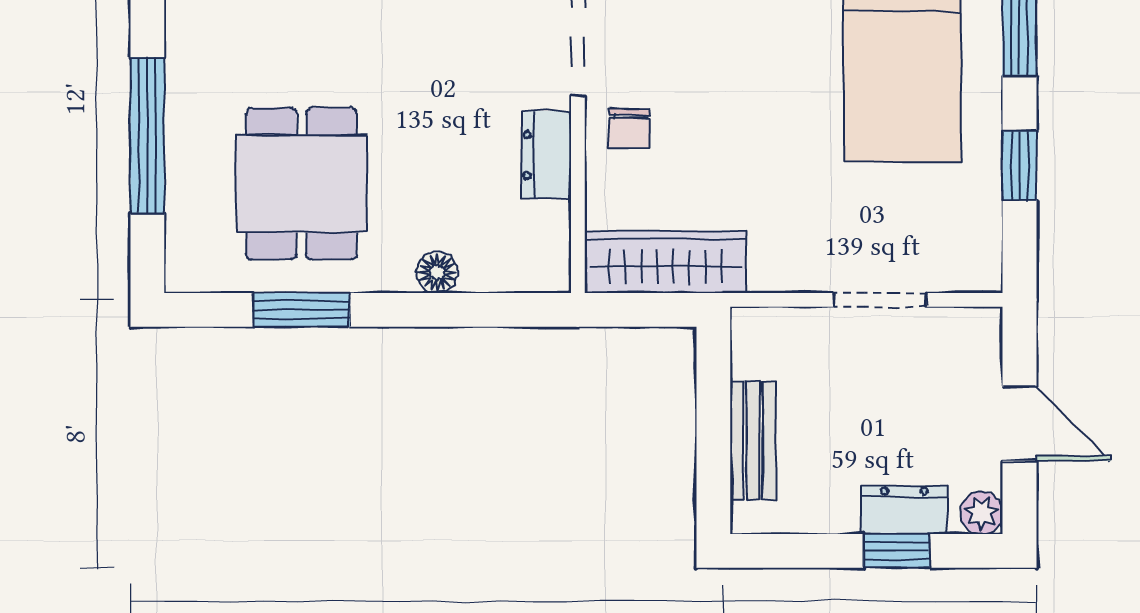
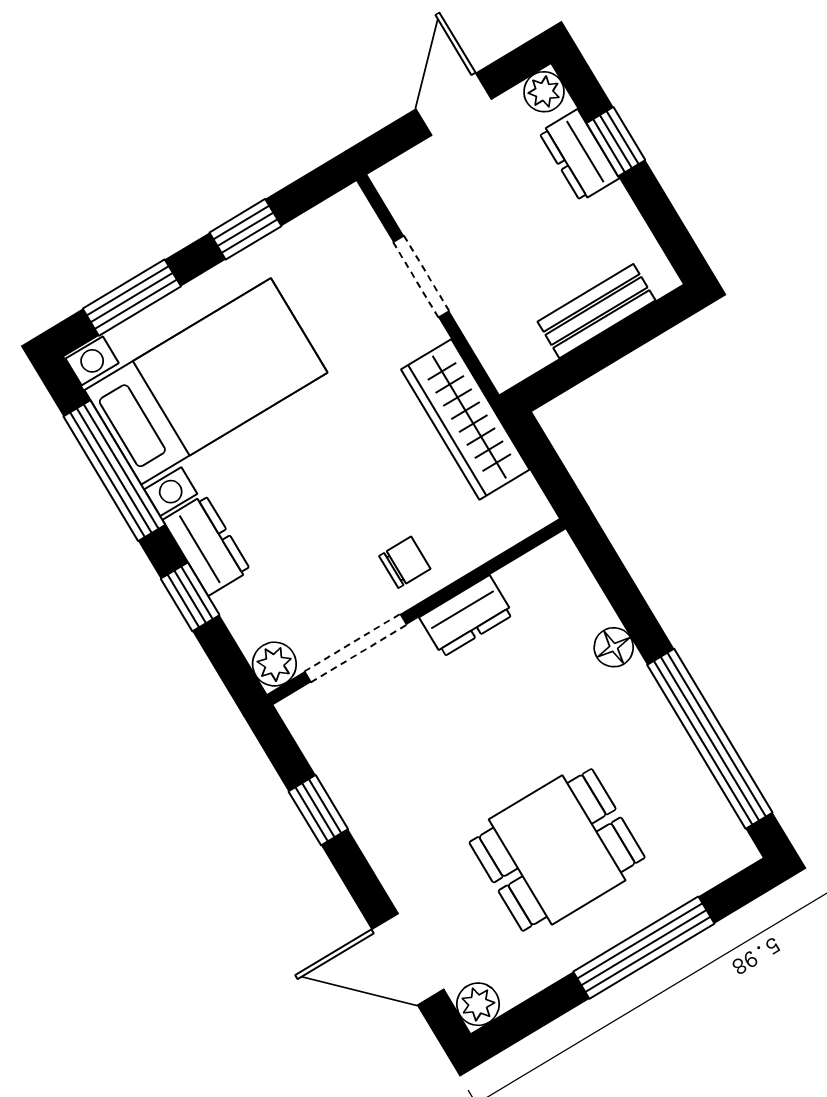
dining table: (301, 184) -> (557, 850), moved
wardrobe: (665, 262) -> (465, 419), moved
window: (301, 310) -> (710, 739), width x2.11

